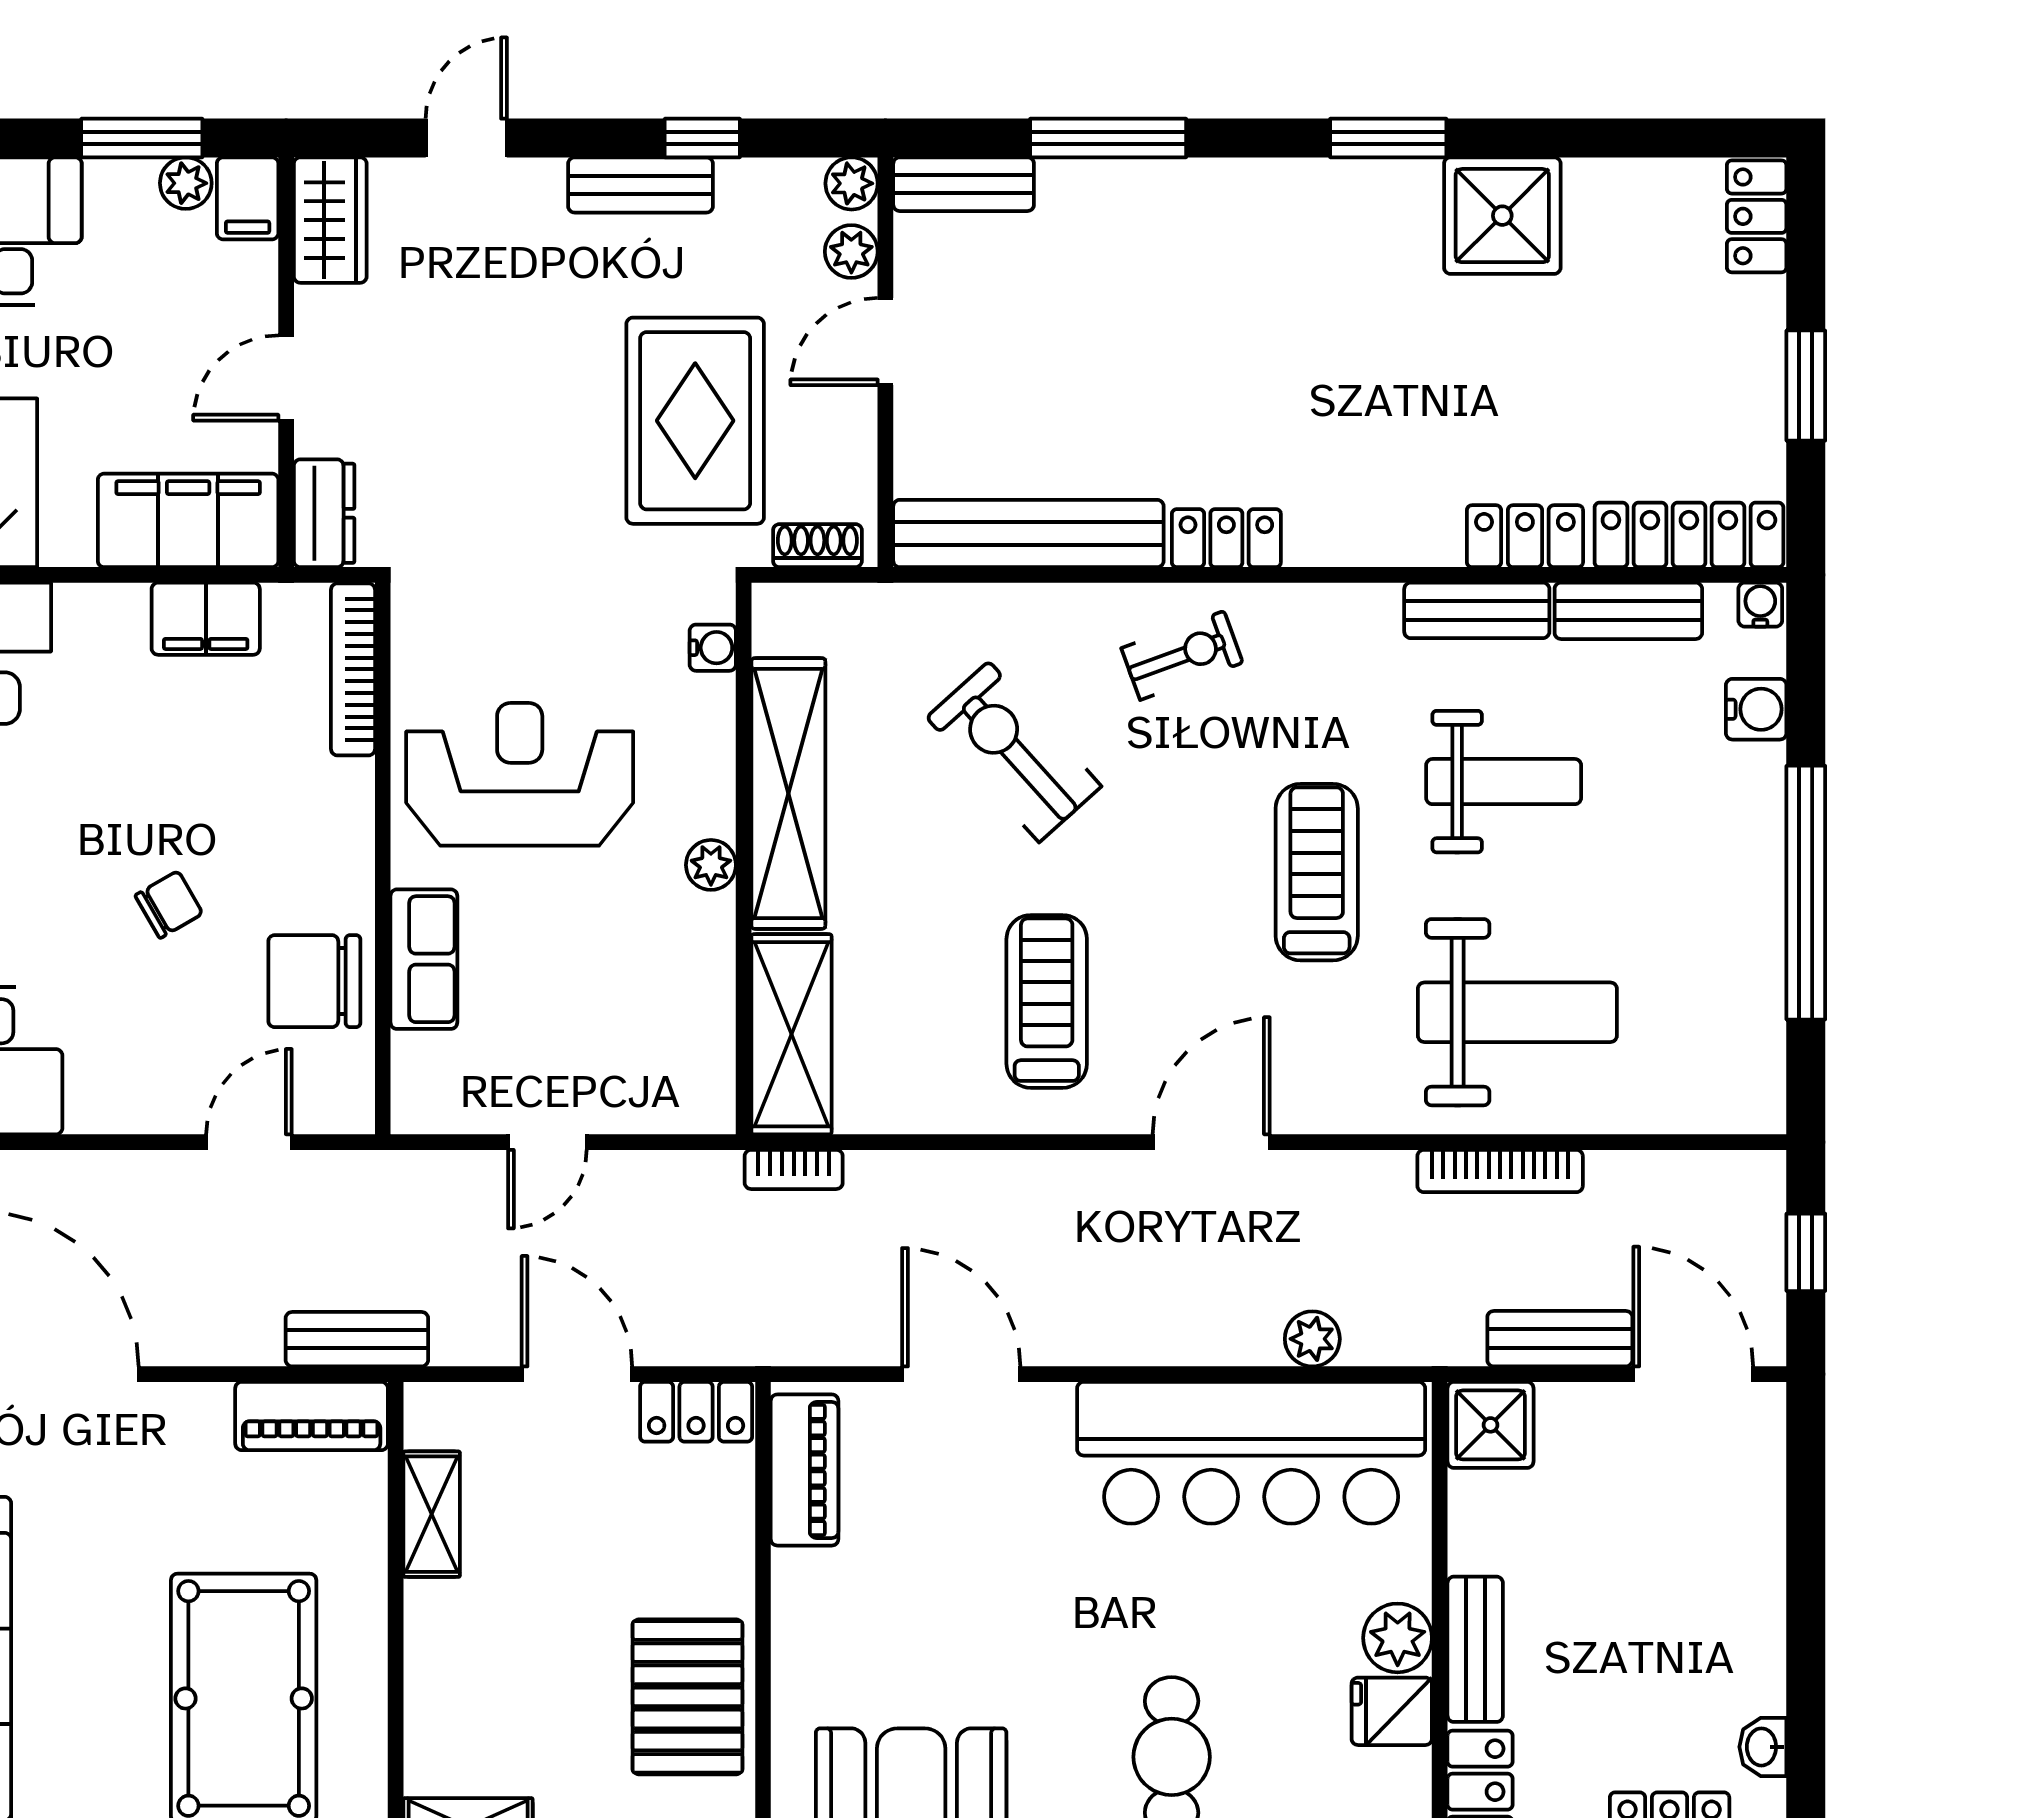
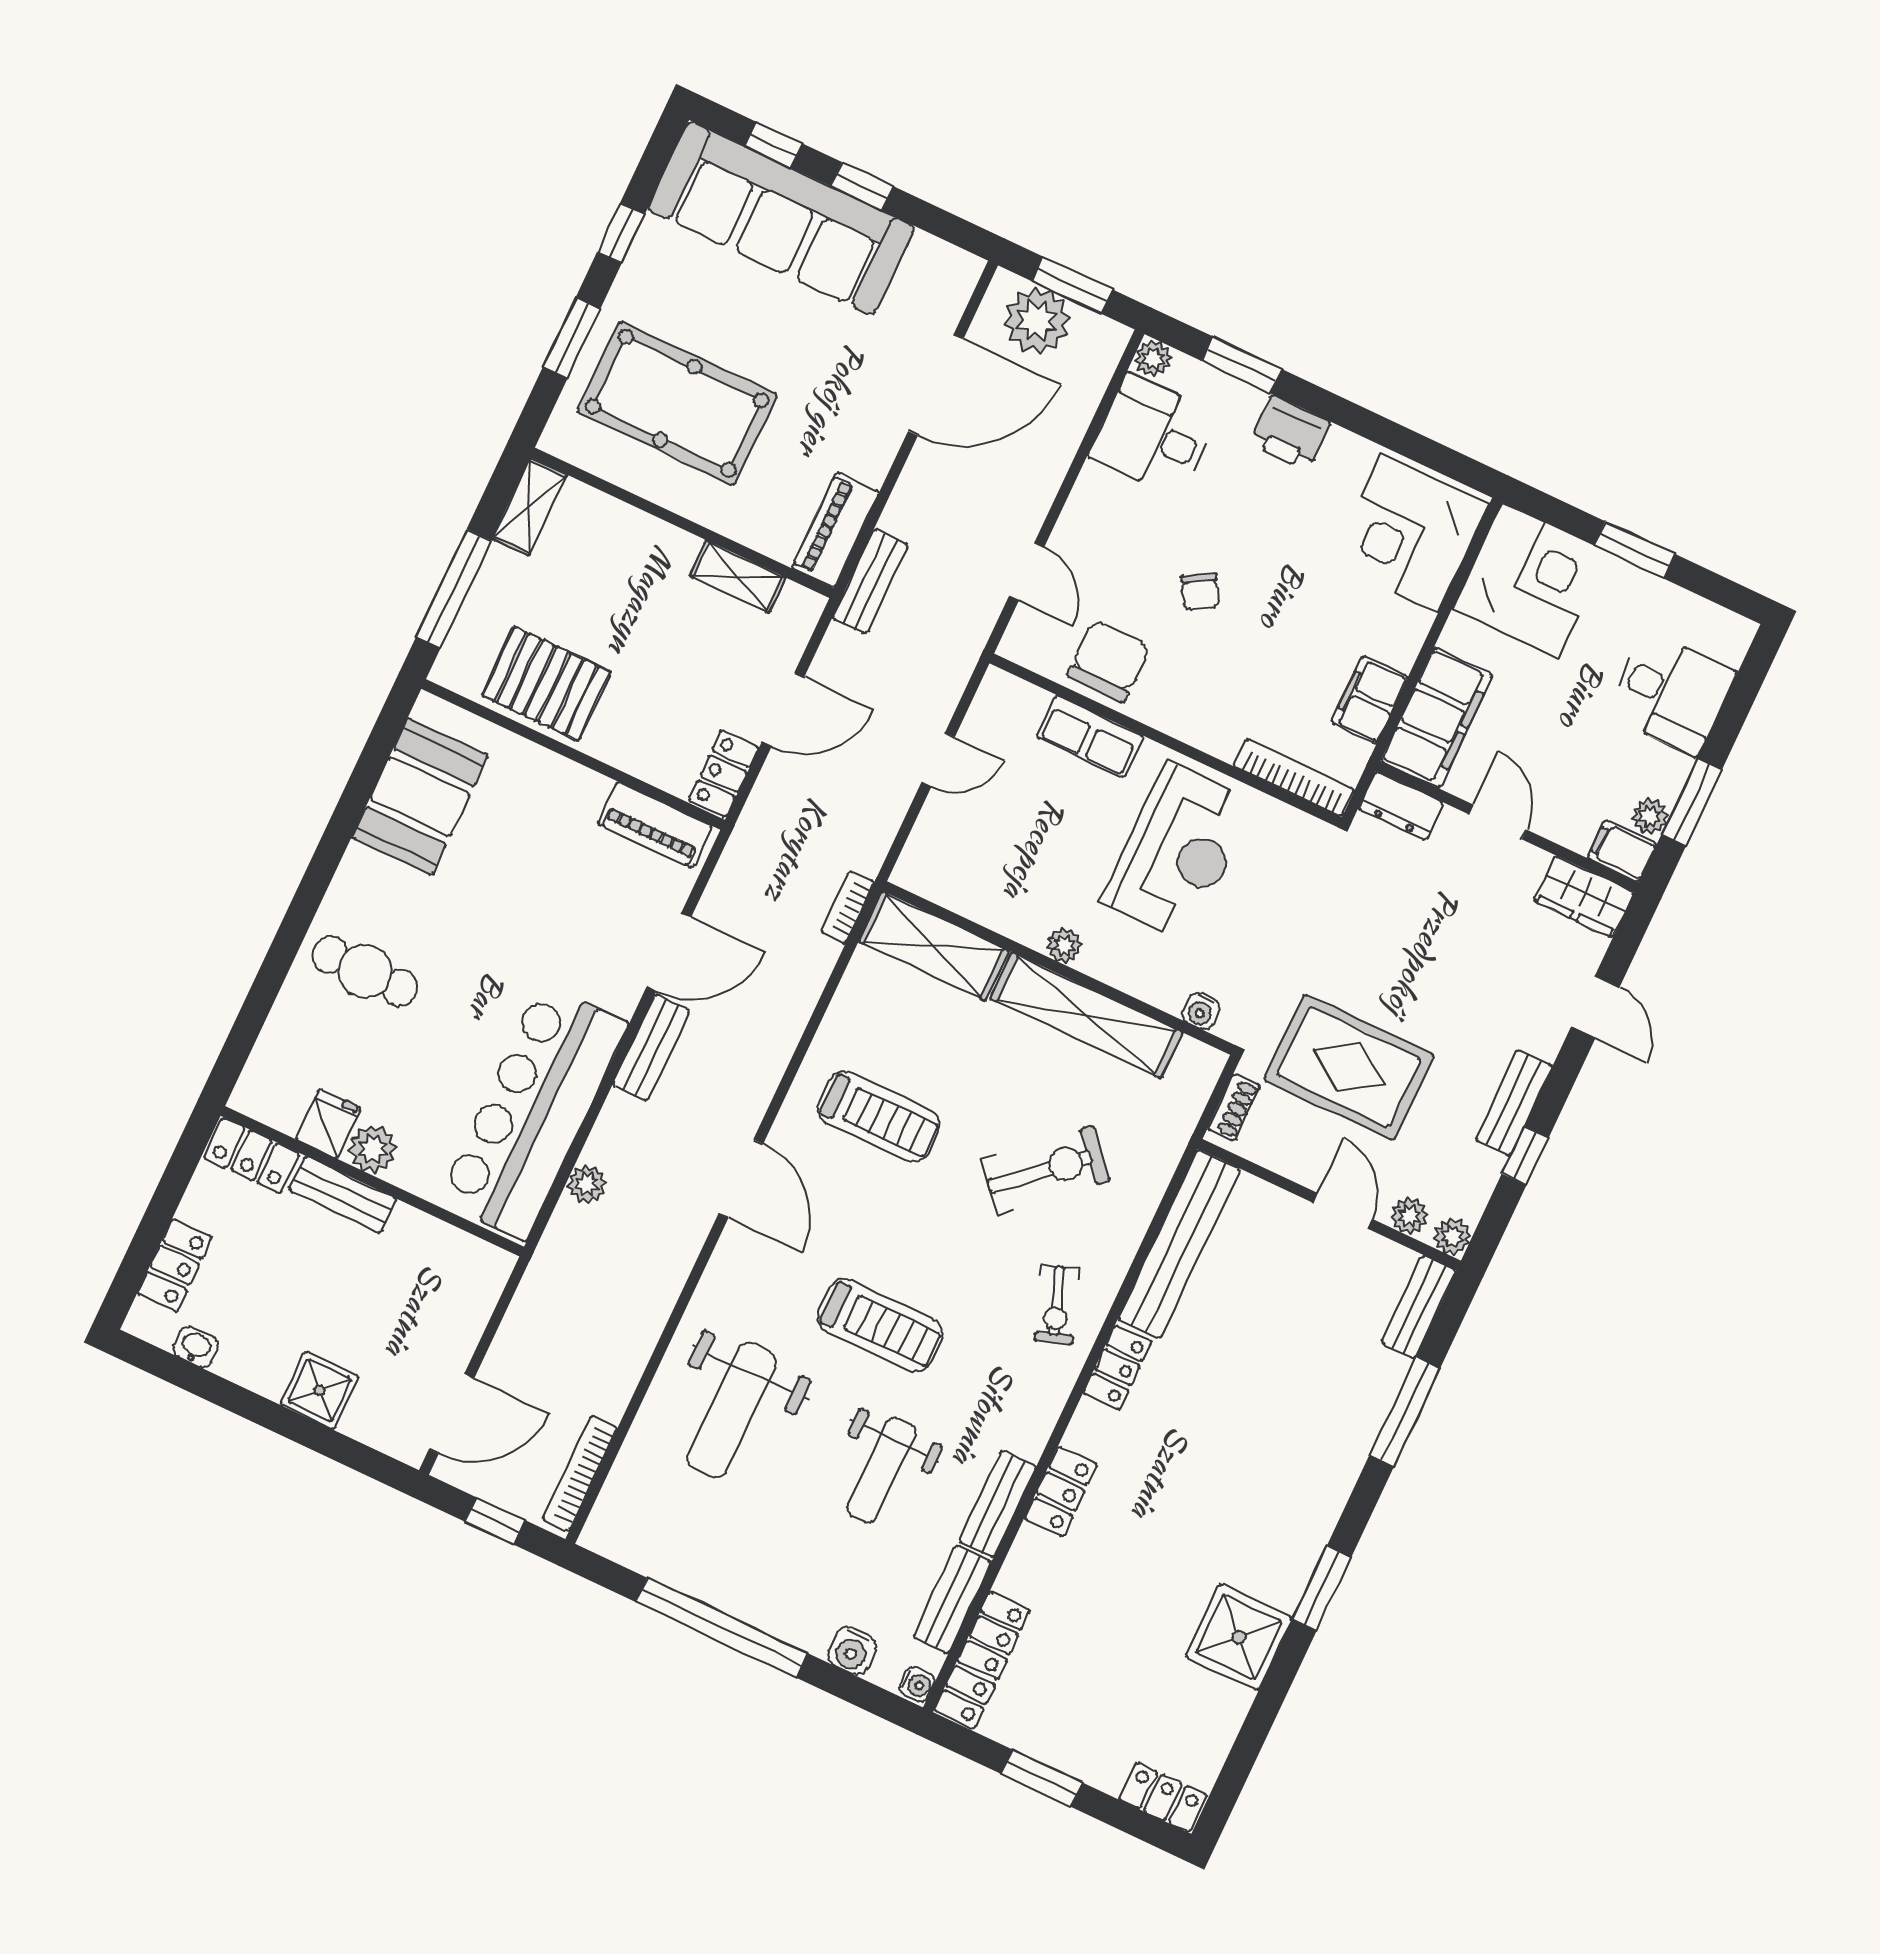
locker: (1525, 536) -> (1060, 1492), moved
door: (547, 1142) -> (938, 760), swing flipped
bookcase: (1500, 1171) -> (580, 1474), moved
bench: (1560, 1339) -> (651, 1048), moved
shower: (1491, 1425) -> (320, 1390), moved

